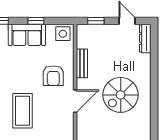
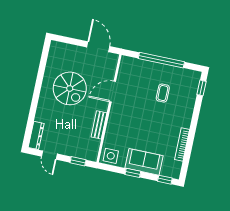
armchair: (53, 76) -> (128, 119), removed
spiral stairs: (121, 95) -> (70, 88), turned 90
coffee table: (22, 111) -> (163, 93), width x0.54, depth x0.58

